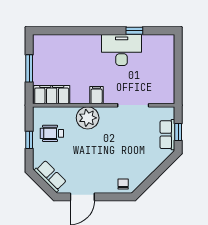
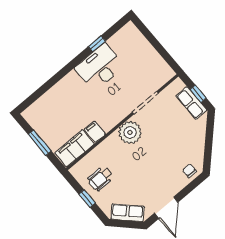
filing cabinet: (97, 95) -> (95, 132), moved
plant: (88, 118) -> (130, 133), moved

